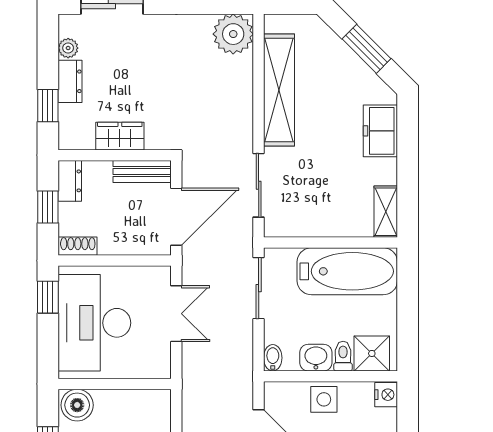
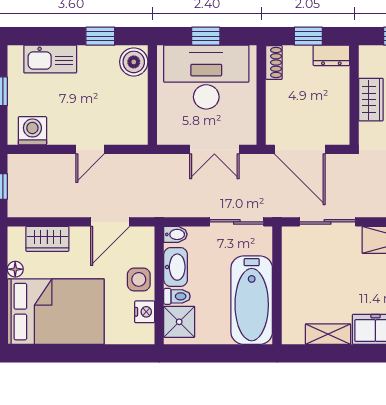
bench: (142, 171) -> (340, 119), removed
shelving: (386, 212) -> (328, 334), moved
window: (48, 297) -> (206, 36), moved
washbasin: (316, 358) -> (176, 267), width x1.38
nightstand: (386, 395) -> (145, 312), moved, turned -90

